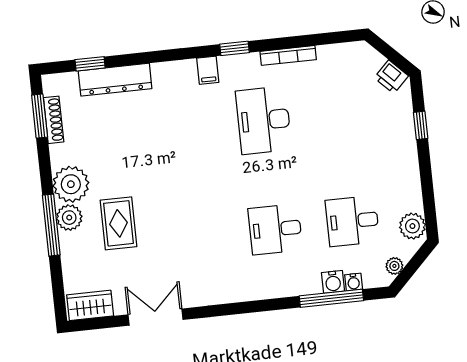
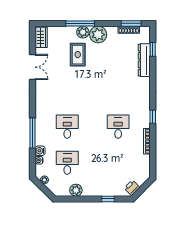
filing cabinet: (208, 70) -> (144, 103), removed
desk: (264, 120) -> (118, 127), width x0.73
rug: (119, 223) -> (78, 55), turned 90
plant: (412, 226) -> (76, 190), moved
window: (331, 298) -> (33, 133), moved

